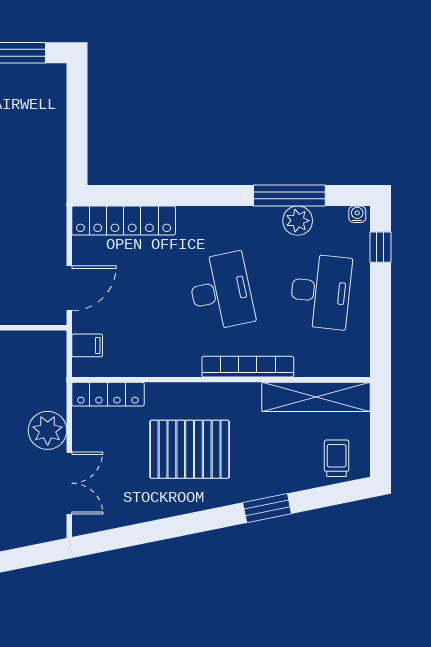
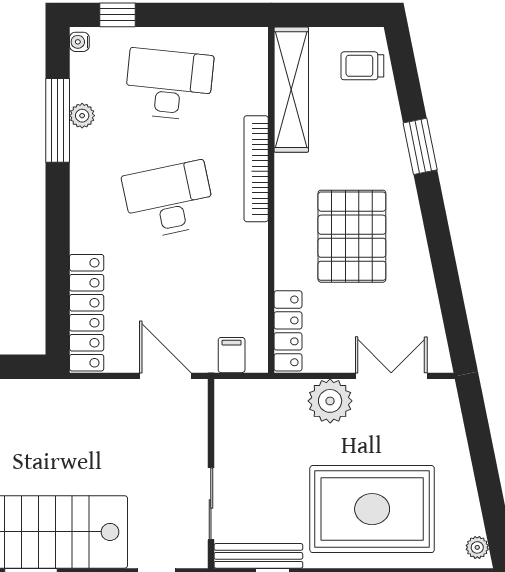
plant: (298, 221) -> (82, 116), width x0.73, depth x0.73

